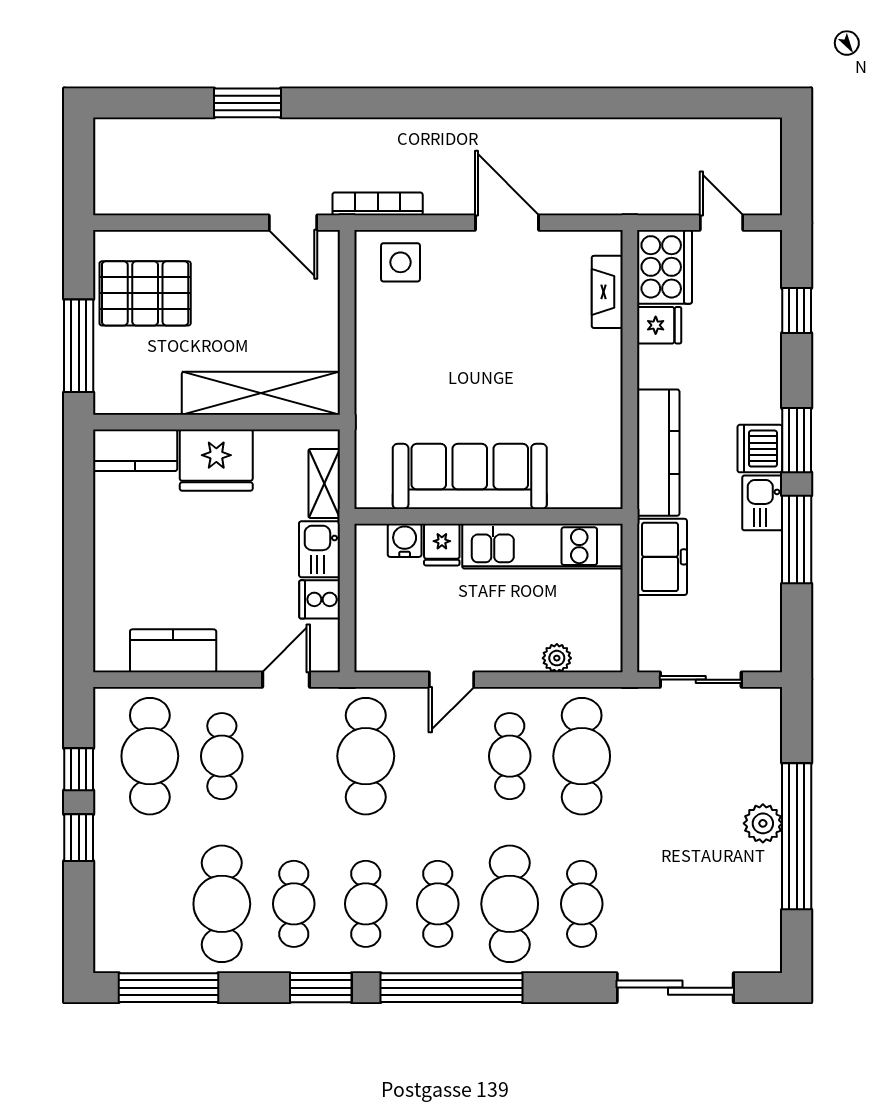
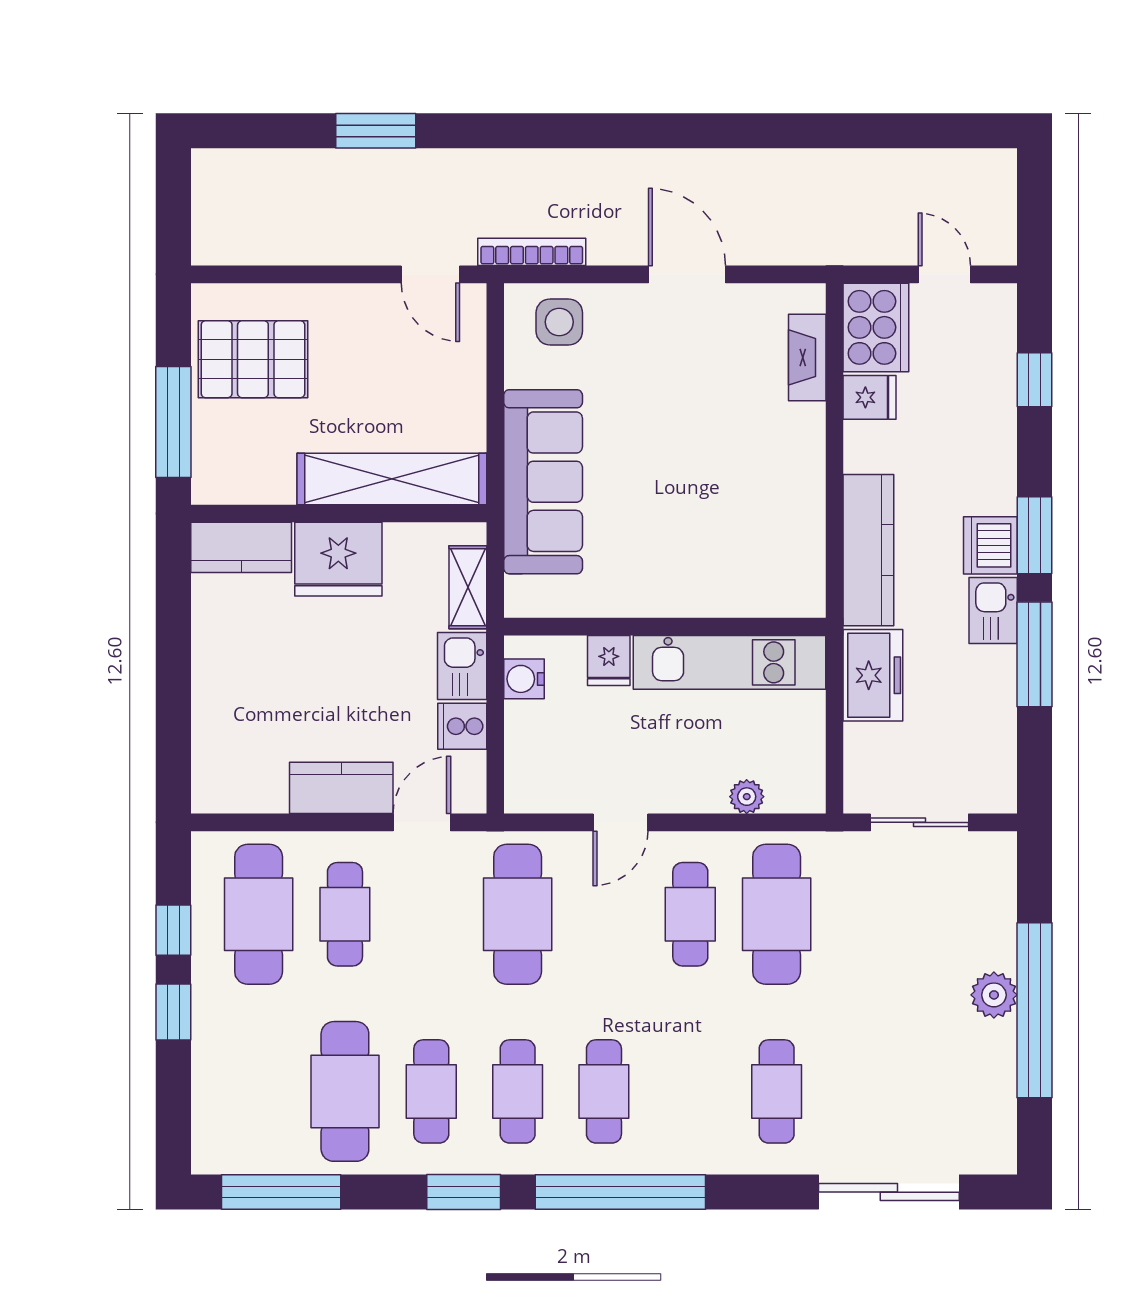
sofa: (470, 476) -> (543, 482), moved, turned 90
water cooler: (405, 540) -> (524, 679), moved, turned -90
kitchen counter: (173, 651) -> (341, 788), moved
cafe table: (510, 904) -> (690, 1091), removed

